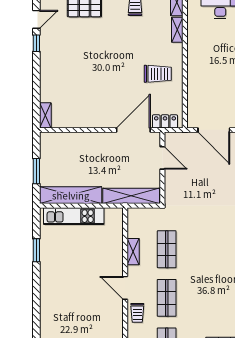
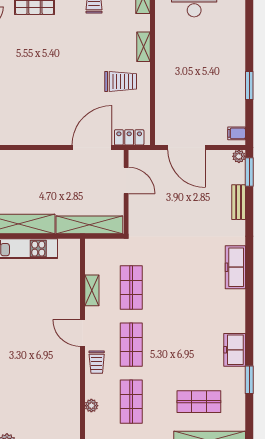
shelving: (177, 30) -> (144, 47), moved

